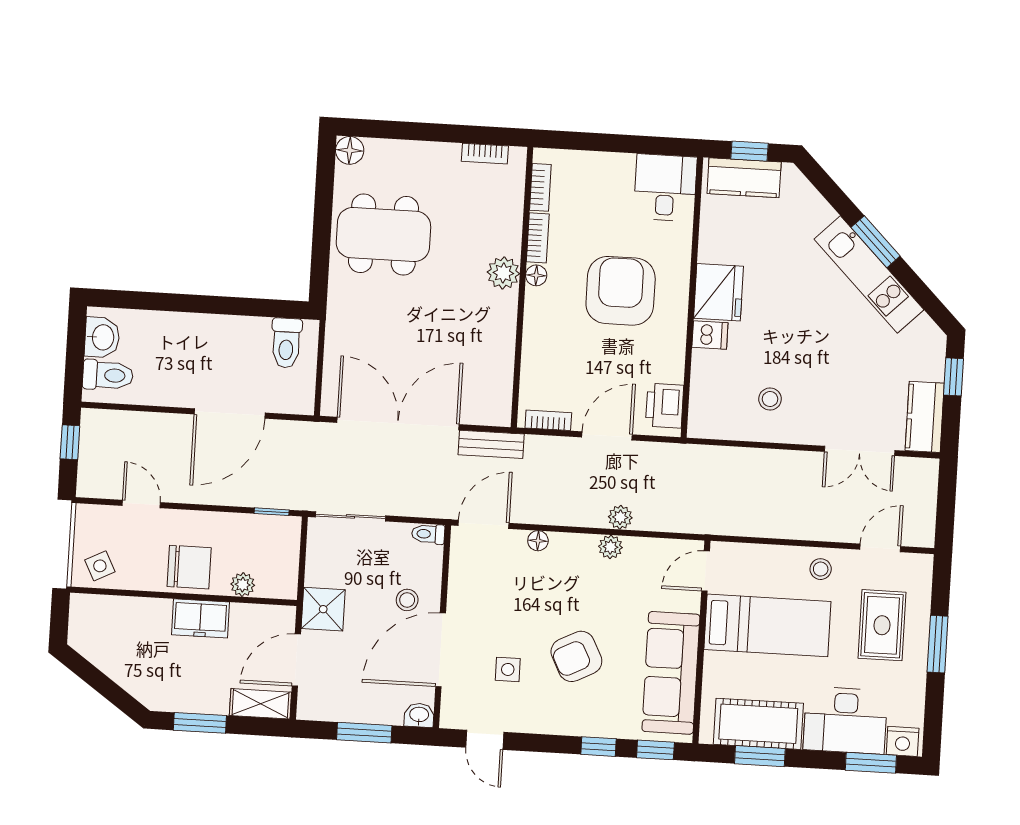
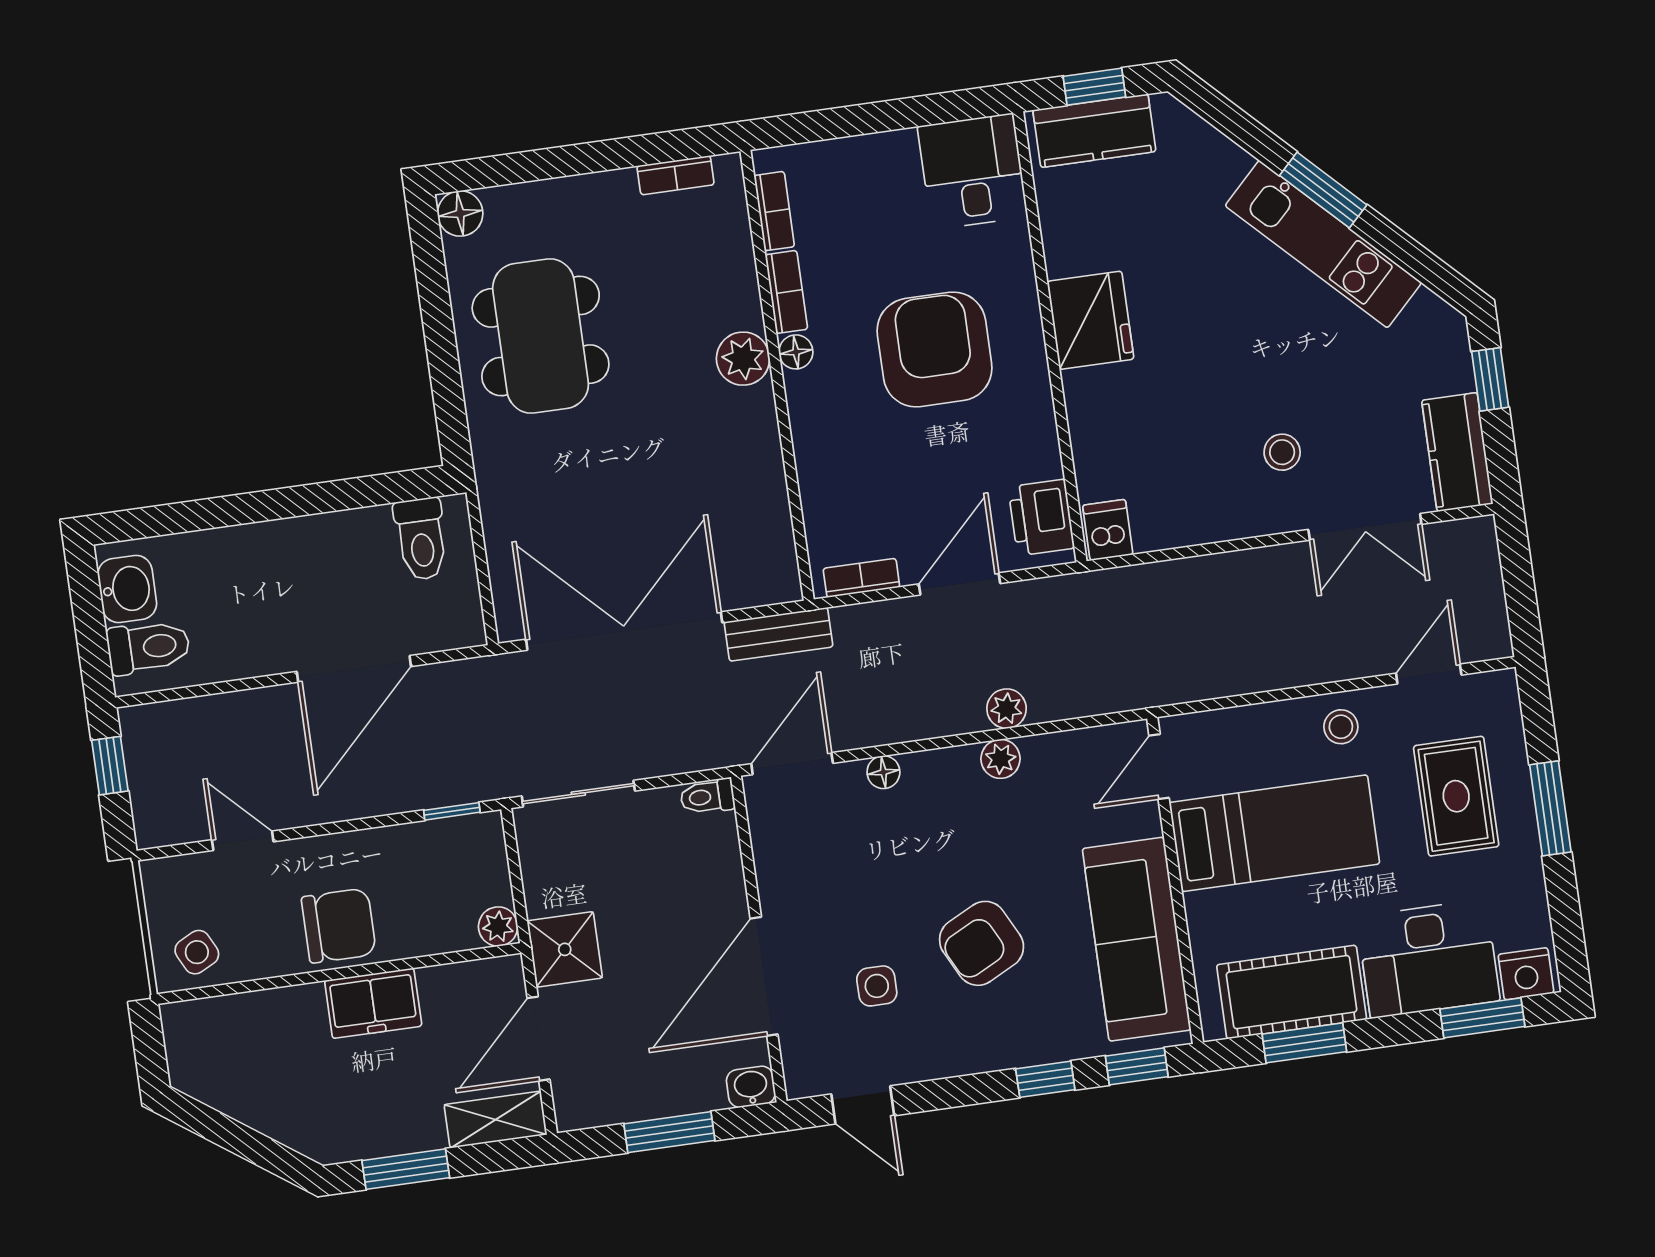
dining table: (383, 235) -> (541, 336), turned 90
dishwasher: (710, 335) -> (1108, 530), moved, turned -90
stool: (770, 399) -> (1282, 452), moved
plant: (243, 585) -> (498, 927), moved
stool: (407, 600) -> (695, 908), removed

